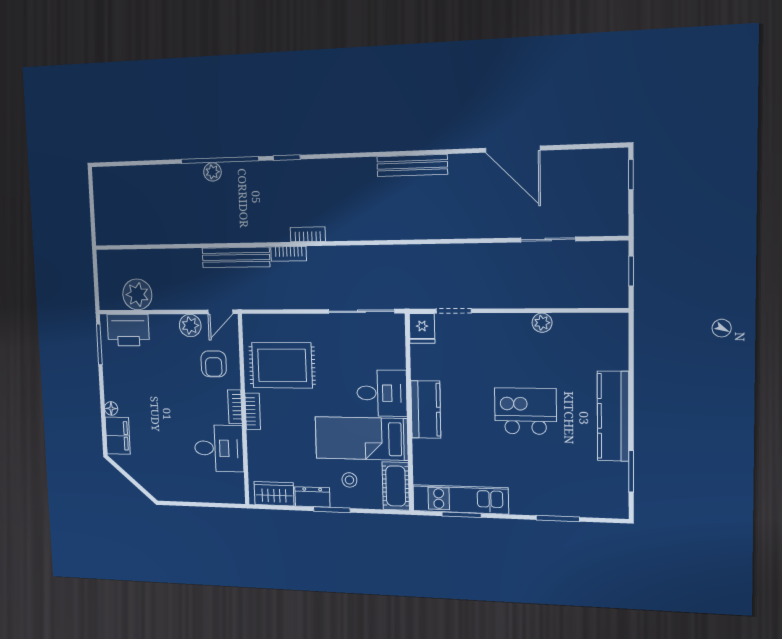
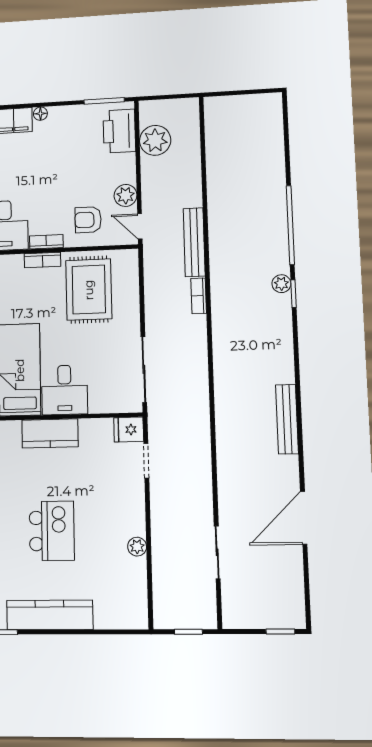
plant: (212, 172) -> (281, 284), moved
bookcase: (308, 234) -> (218, 315), removed

